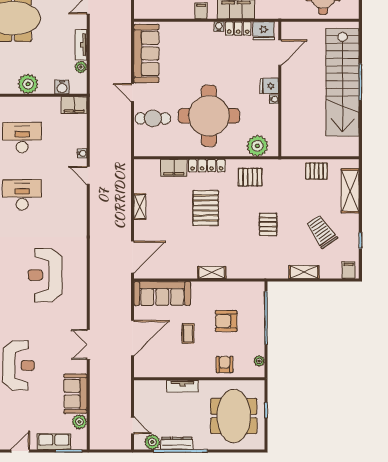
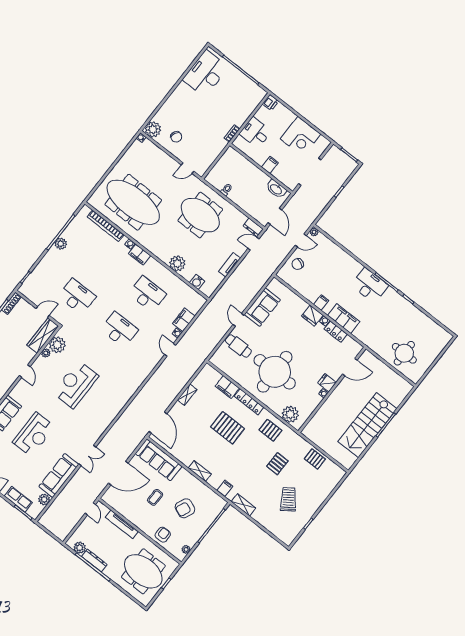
fridge: (264, 31) -> (312, 316), moved
sofa: (146, 53) -> (262, 307), width x0.73
plant: (81, 67) -> (219, 279), removed
stairs: (343, 82) -> (367, 425), width x0.73
filing cabinet: (74, 105) -> (184, 320), moved, turned 90
shelving: (350, 191) -> (326, 488), removed
pallet: (206, 208) -> (228, 428), turned 90
pallet: (268, 224) -> (277, 464), moved
door: (133, 257) -> (158, 423), hinge flipped
filing cabinet: (348, 270) -> (225, 488), moved
shelving: (304, 272) -> (243, 505), moved
reception desk: (45, 275) -> (76, 384), moved
armchair: (226, 321) -> (185, 508), turned -67
double door: (88, 344) -> (87, 455), swing flipped
tv unit: (182, 386) -> (122, 524), width x1.41
sofa: (75, 394) -> (59, 475), width x1.36
meeting table: (234, 416) -> (143, 571), turned 90
door: (133, 425) -> (90, 509), moved

